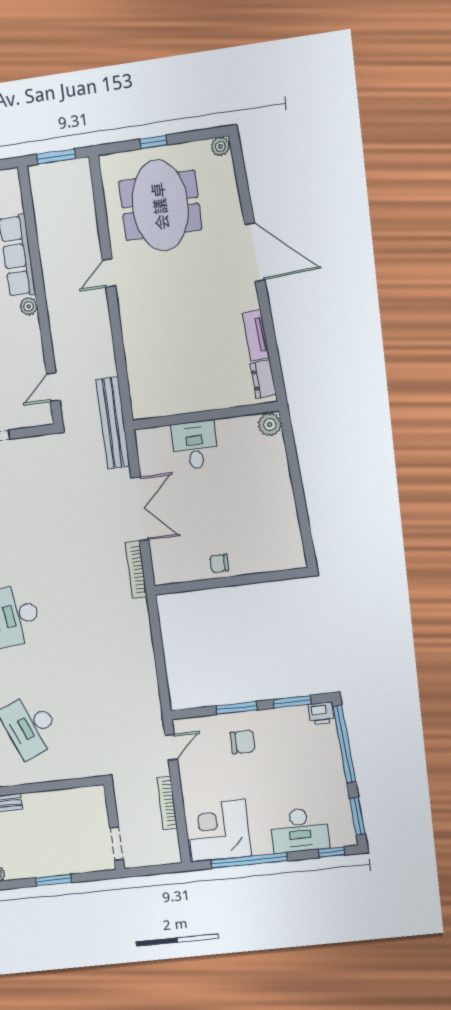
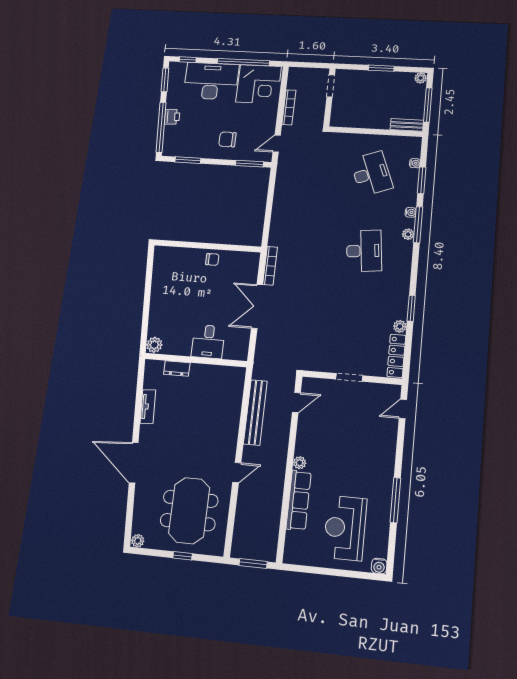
dresser: (263, 379) -> (177, 368), moved, turned 94
bench: (113, 423) -> (255, 412), moved
window: (237, 708) -> (249, 164), moved
printer: (321, 713) -> (172, 117), moved, turned 86
desk: (300, 830) -> (211, 81), width x1.36, depth x1.30

